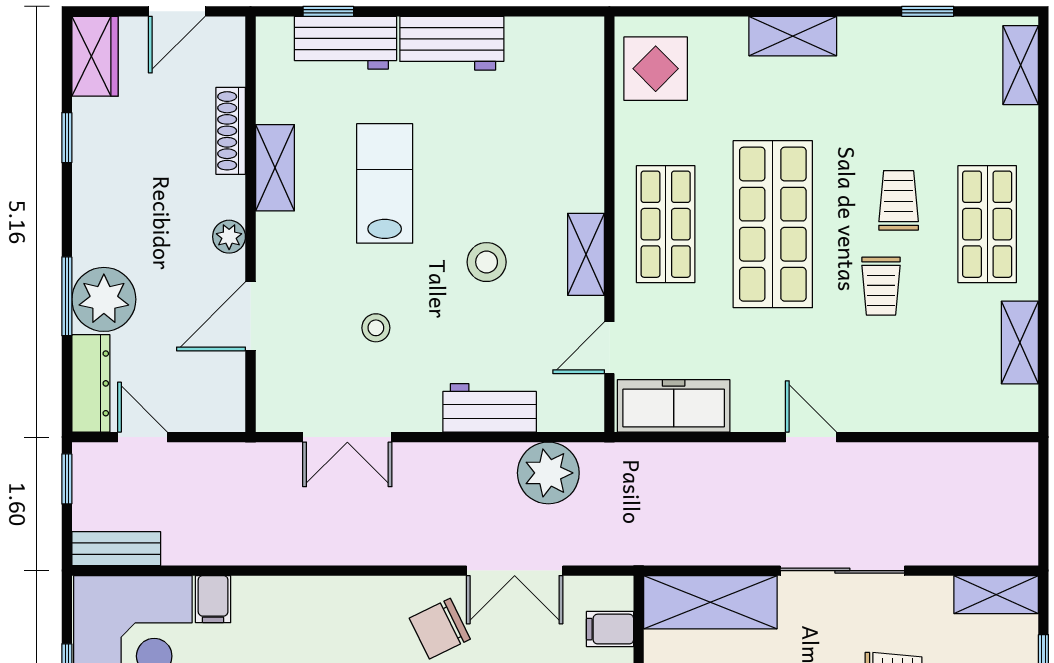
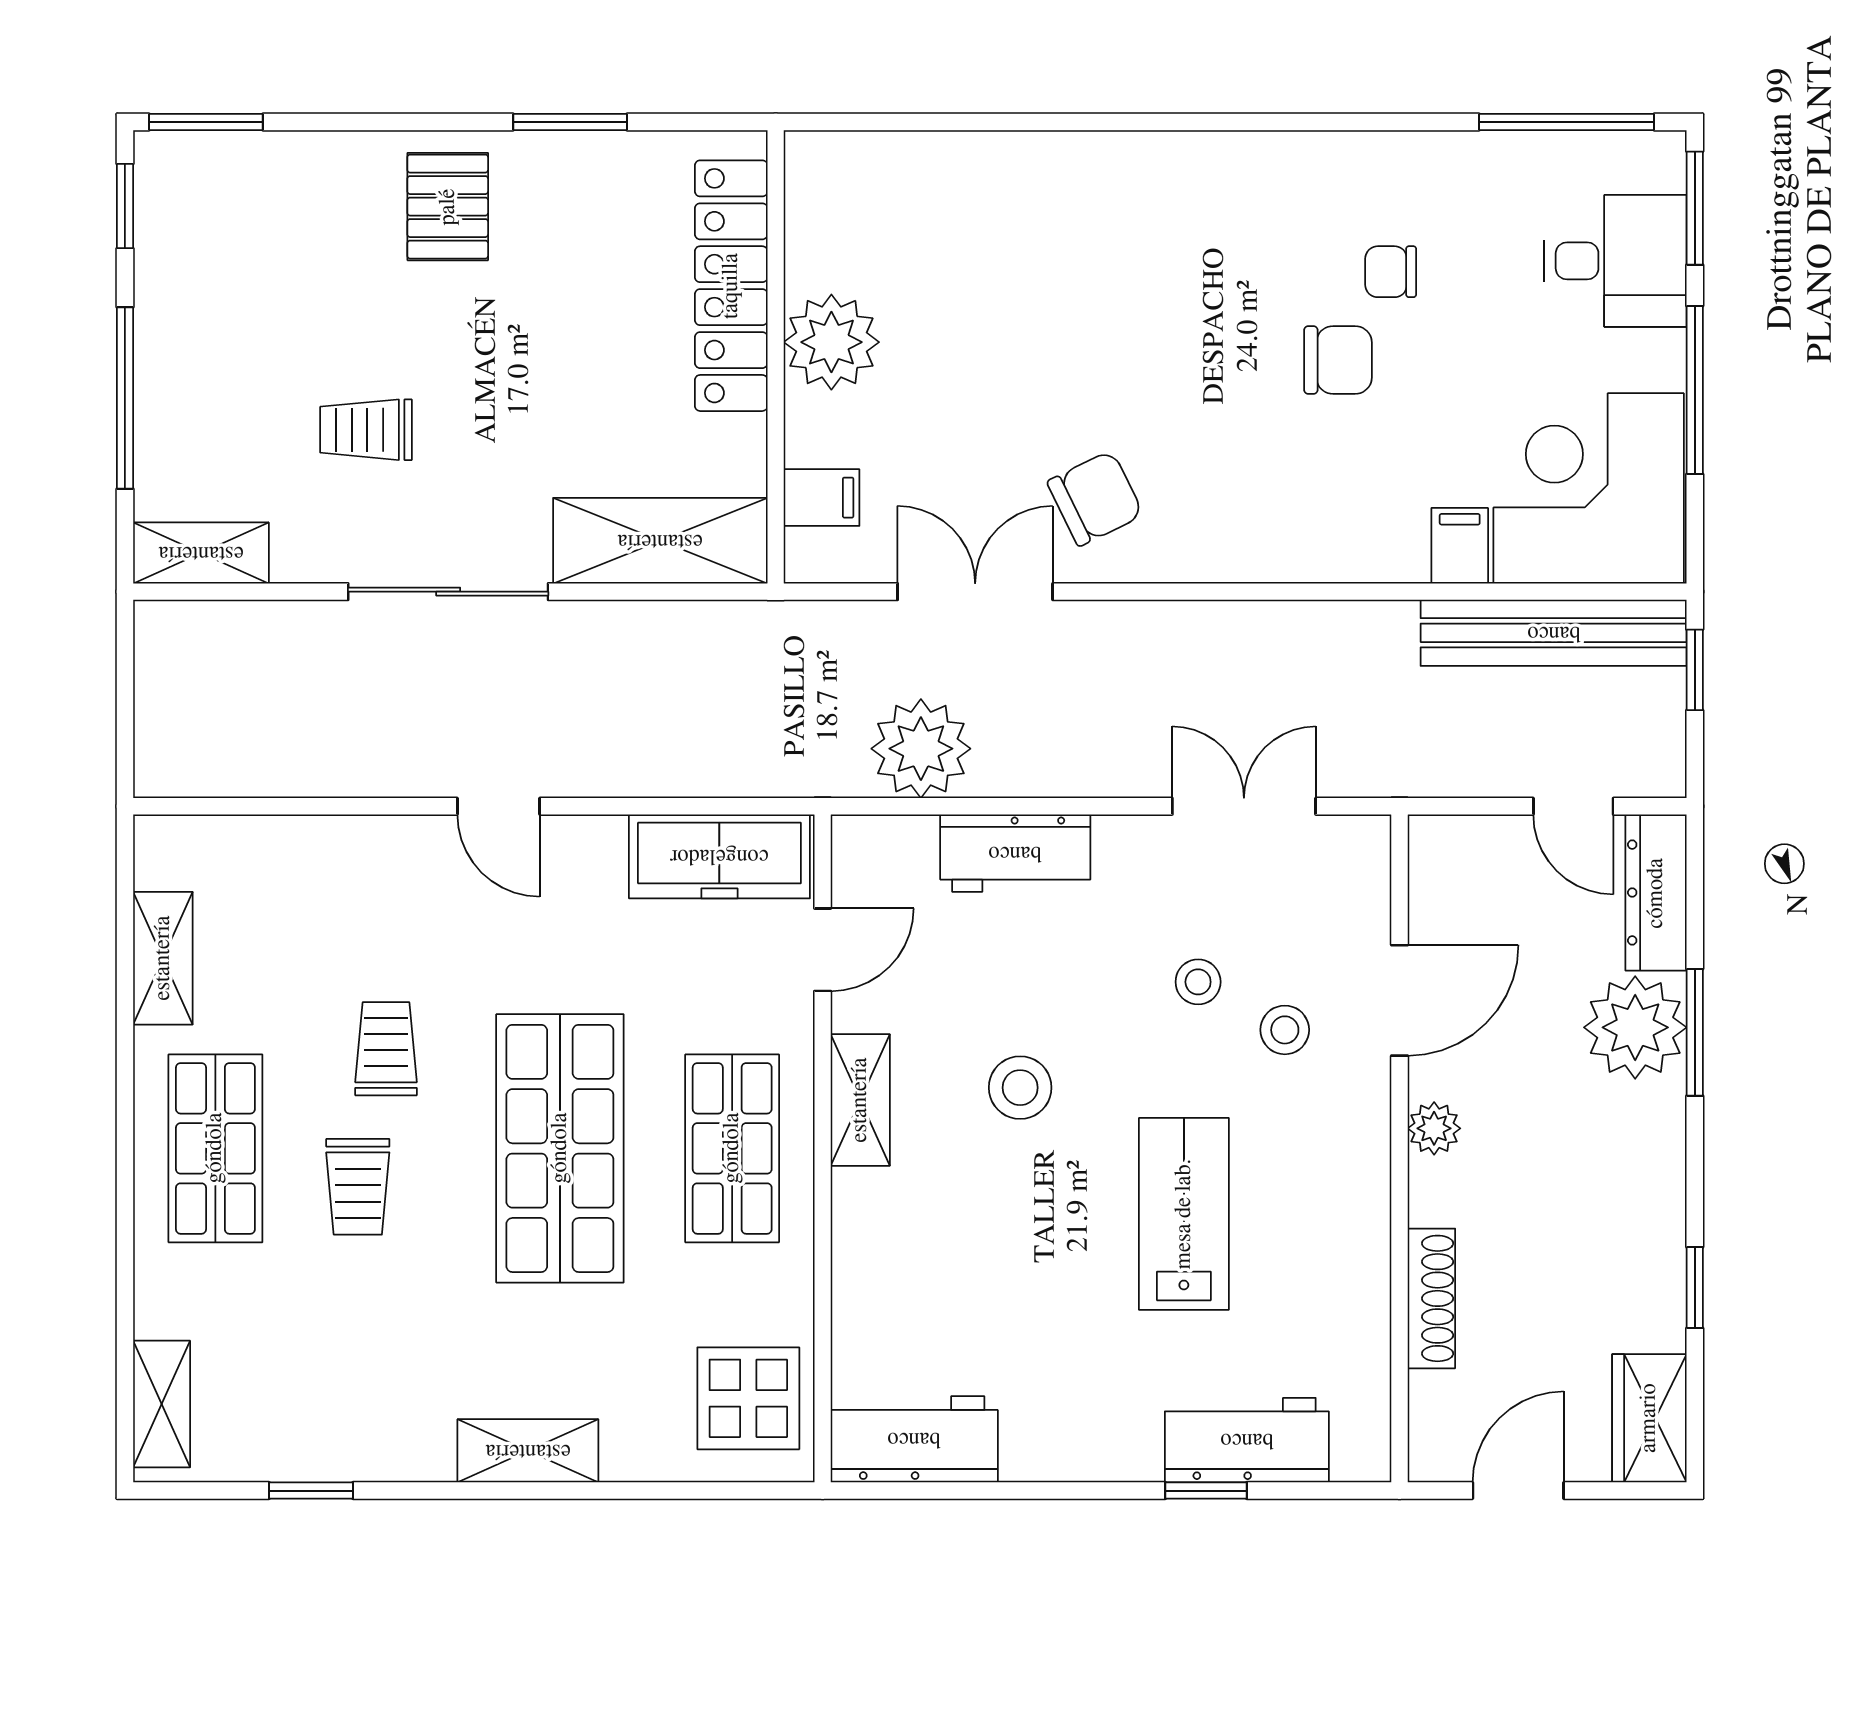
window: (328, 11) -> (1206, 1491), moved
workbench: (452, 43) -> (914, 1439), moved
shelving: (275, 168) -> (1360, 1239), removed
lab bench: (385, 183) -> (1184, 1214), turned 180
stool: (322, 298) -> (1285, 1030), added
window: (67, 479) -> (1695, 670), moved
bench: (116, 549) -> (1554, 633), width x1.86, depth x1.21

